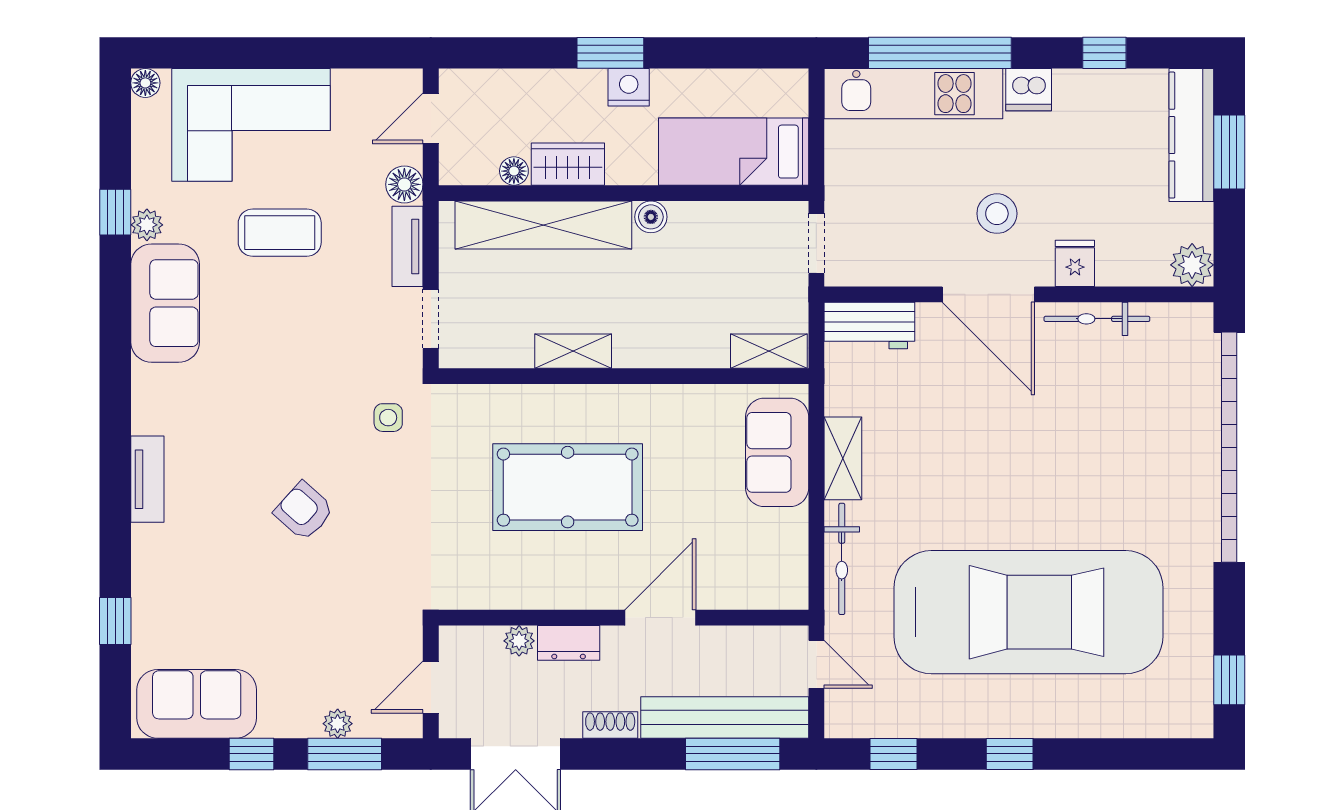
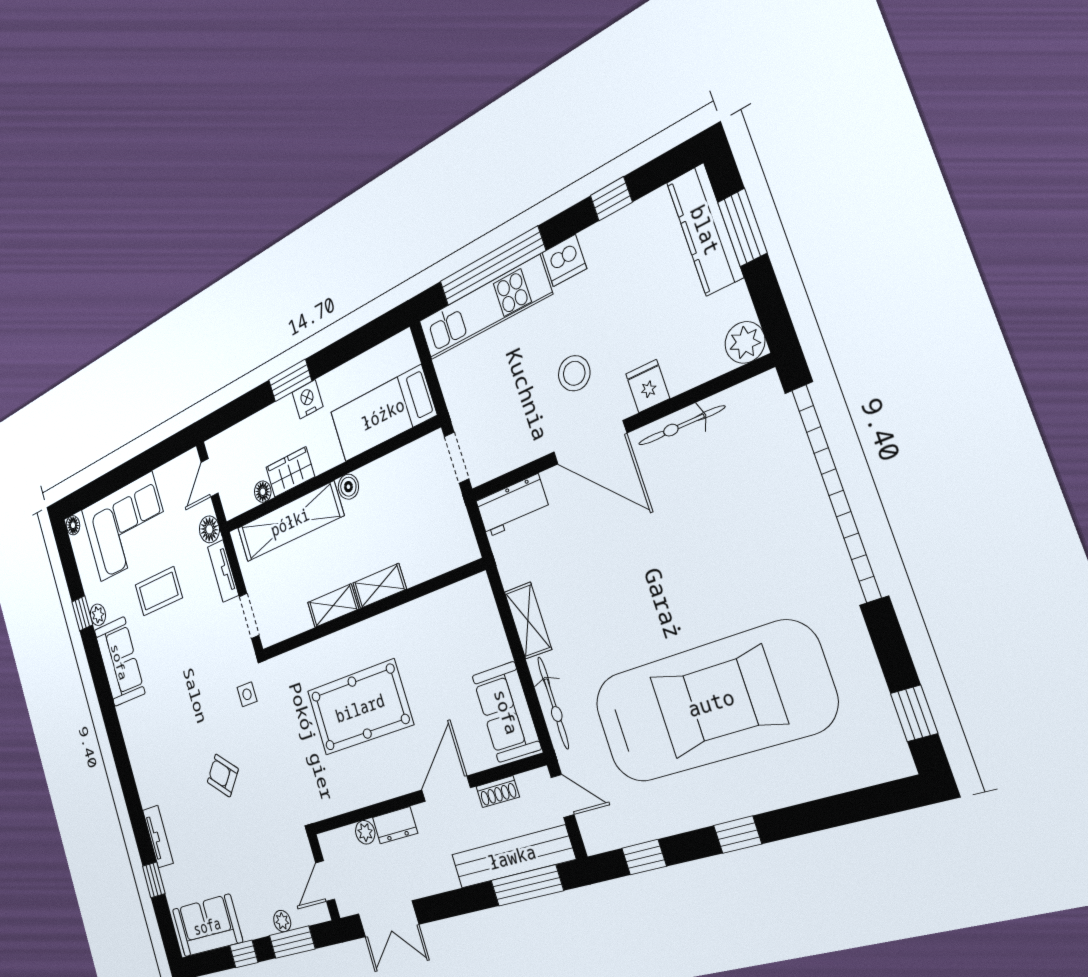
shelving: (769, 351) -> (379, 586), moved
sofa: (777, 452) -> (506, 712), moved
tv unit: (147, 479) -> (158, 837), moved
shoe rack: (610, 725) -> (498, 792), moved, turned 180

